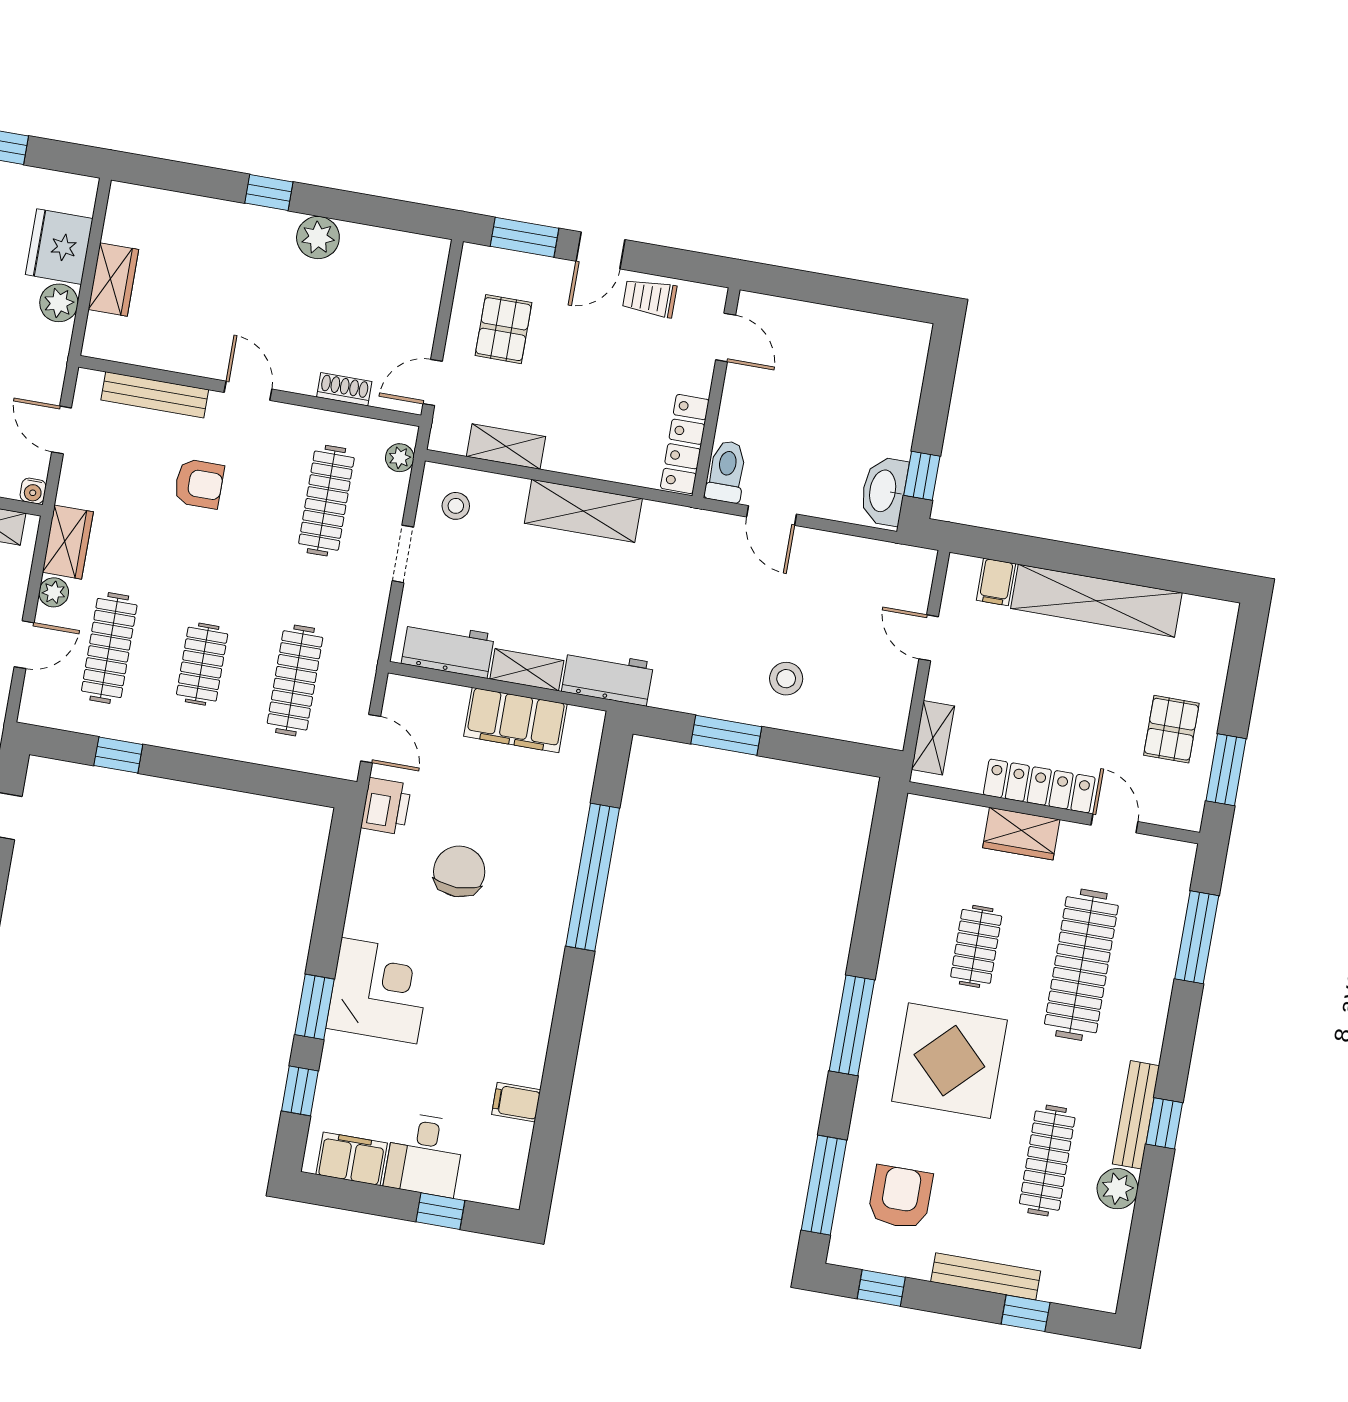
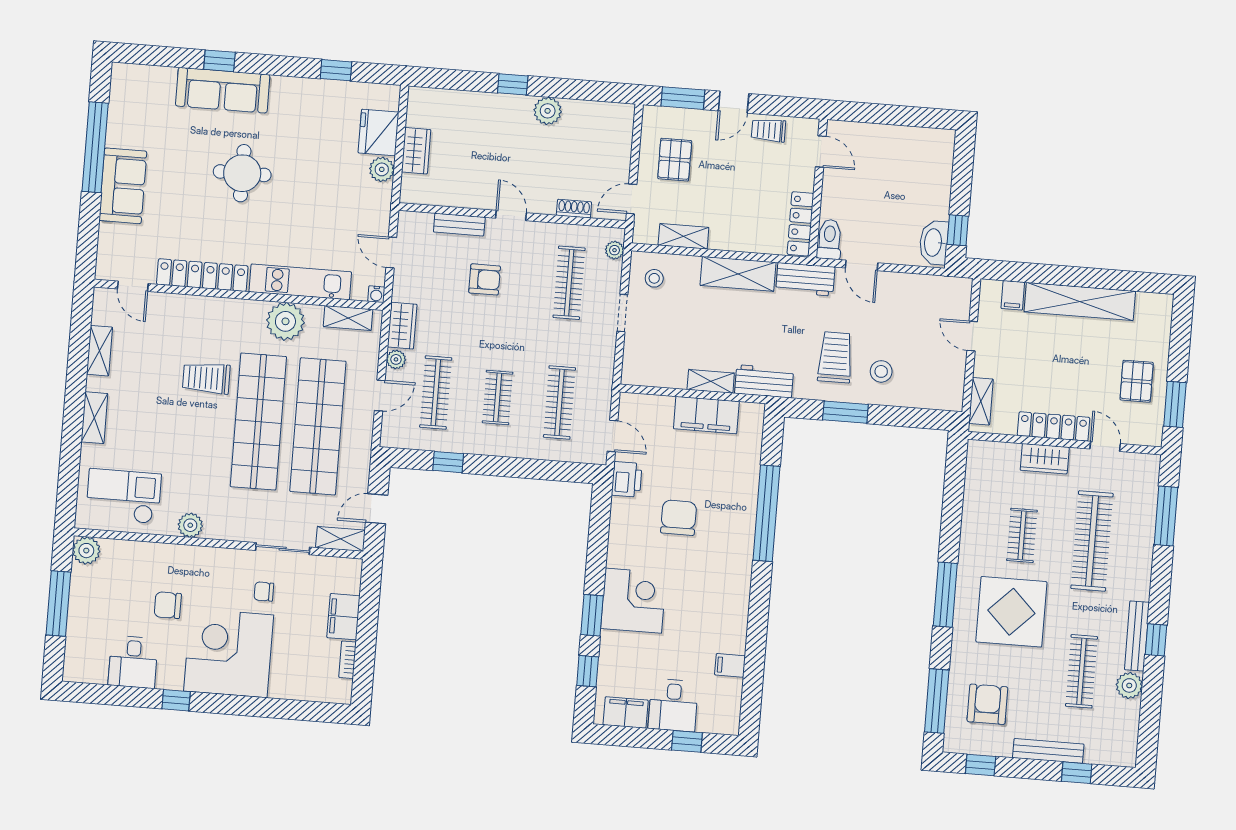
bench: (155, 395) -> (459, 225), width x0.73
workbench: (448, 649) -> (805, 279), moved, turned 180
trolley: (719, 651) -> (835, 357), added

